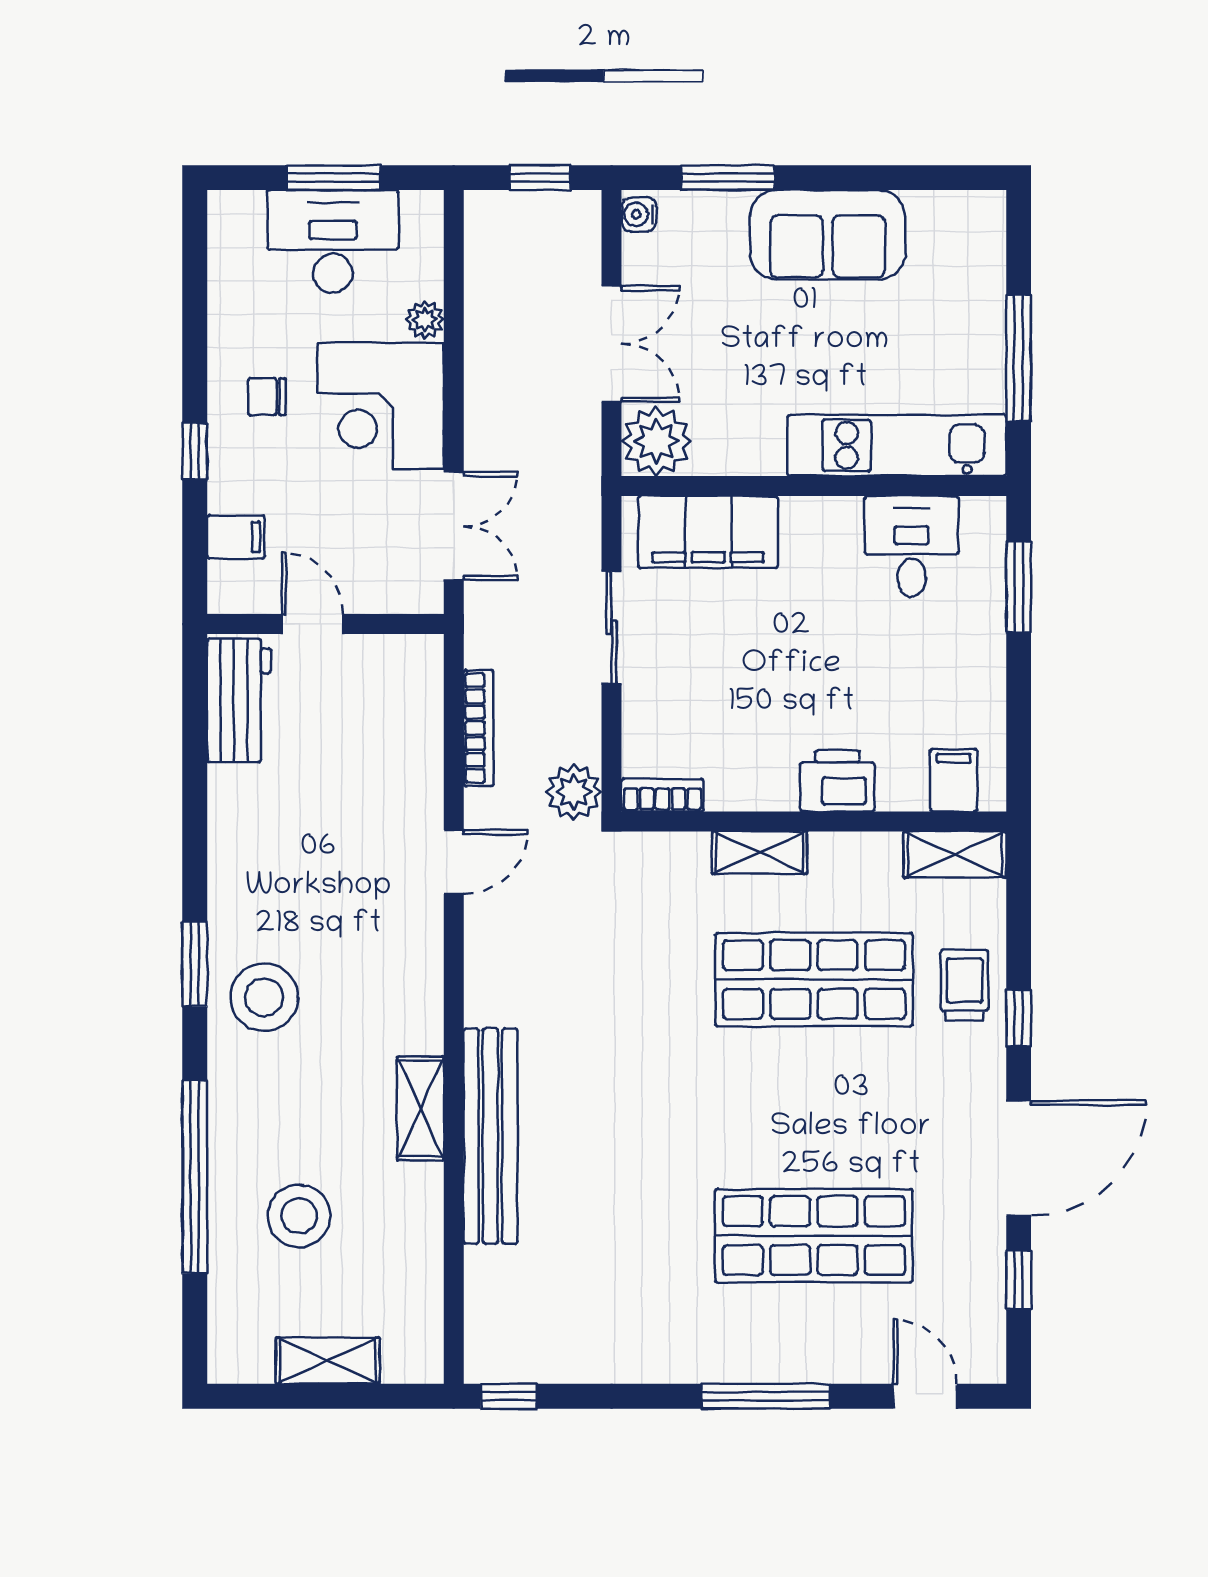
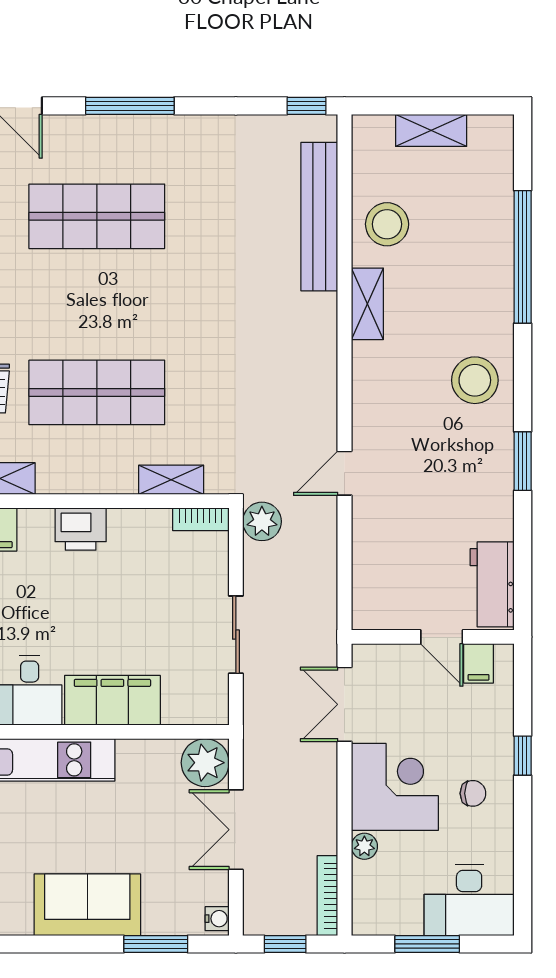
desk: (333, 241) -> (469, 900), moved
filing cabinet: (708, 532) -> (112, 700), moved
filing cabinet: (236, 537) -> (479, 663), moved, turned -90
bookcase: (478, 728) -> (327, 896), moved
shelving: (759, 853) -> (171, 480), moved
window: (195, 964) -> (523, 461), moved
bench: (490, 1136) -> (319, 217), moved
stool: (299, 1216) -> (387, 224), moved

